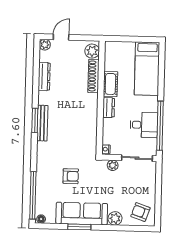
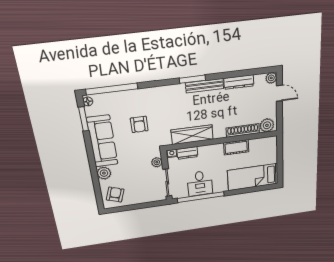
dresser: (109, 108) -> (187, 153), moved
bench: (42, 123) -> (205, 86), moved
wardrobe: (89, 127) -> (192, 135), added
window: (79, 227) -> (84, 119), moved

